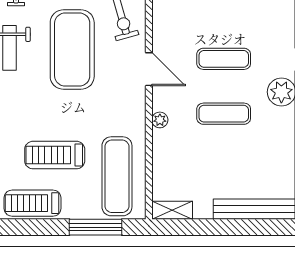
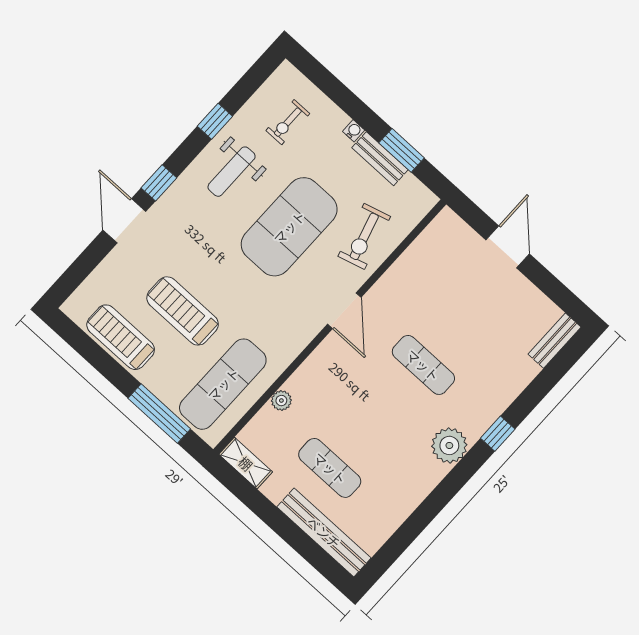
exercise mat: (224, 114) -> (330, 468), moved
plant: (160, 120) -> (281, 401), moved

